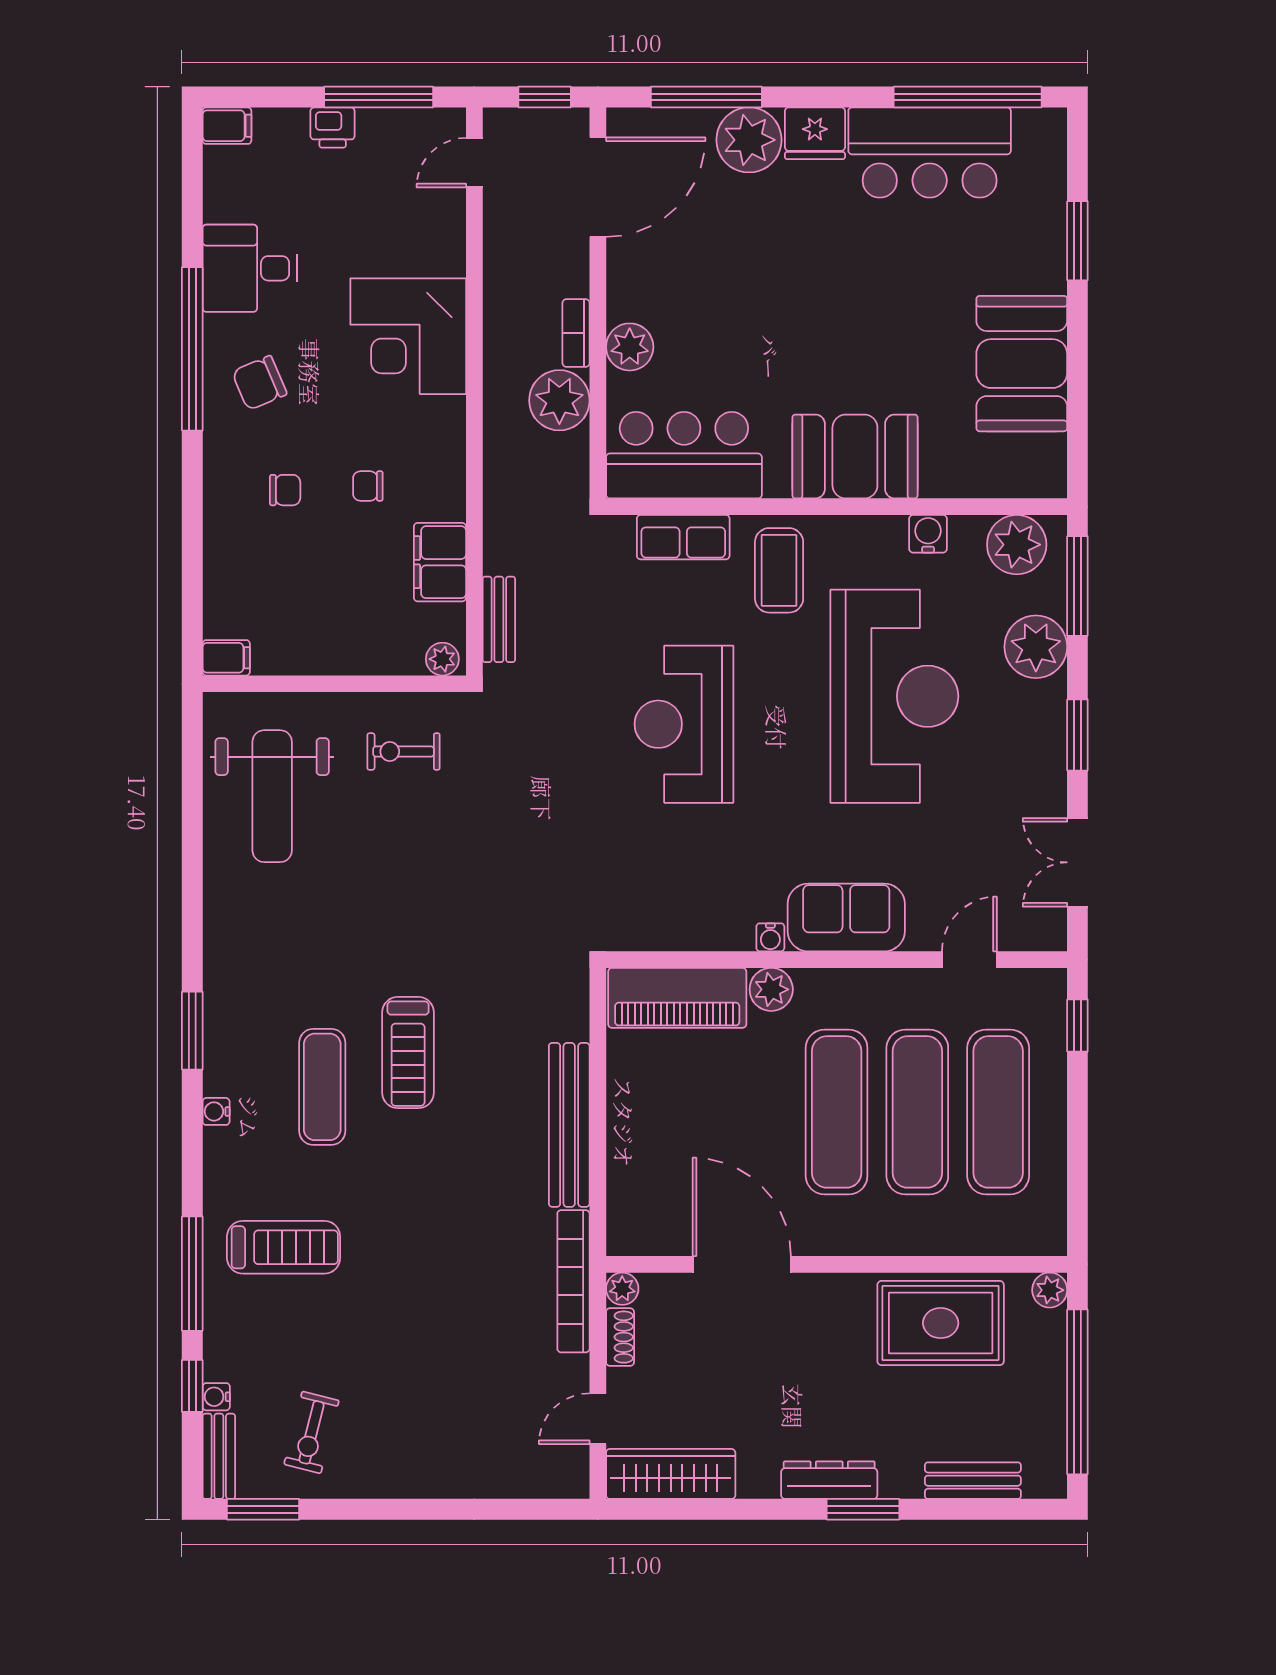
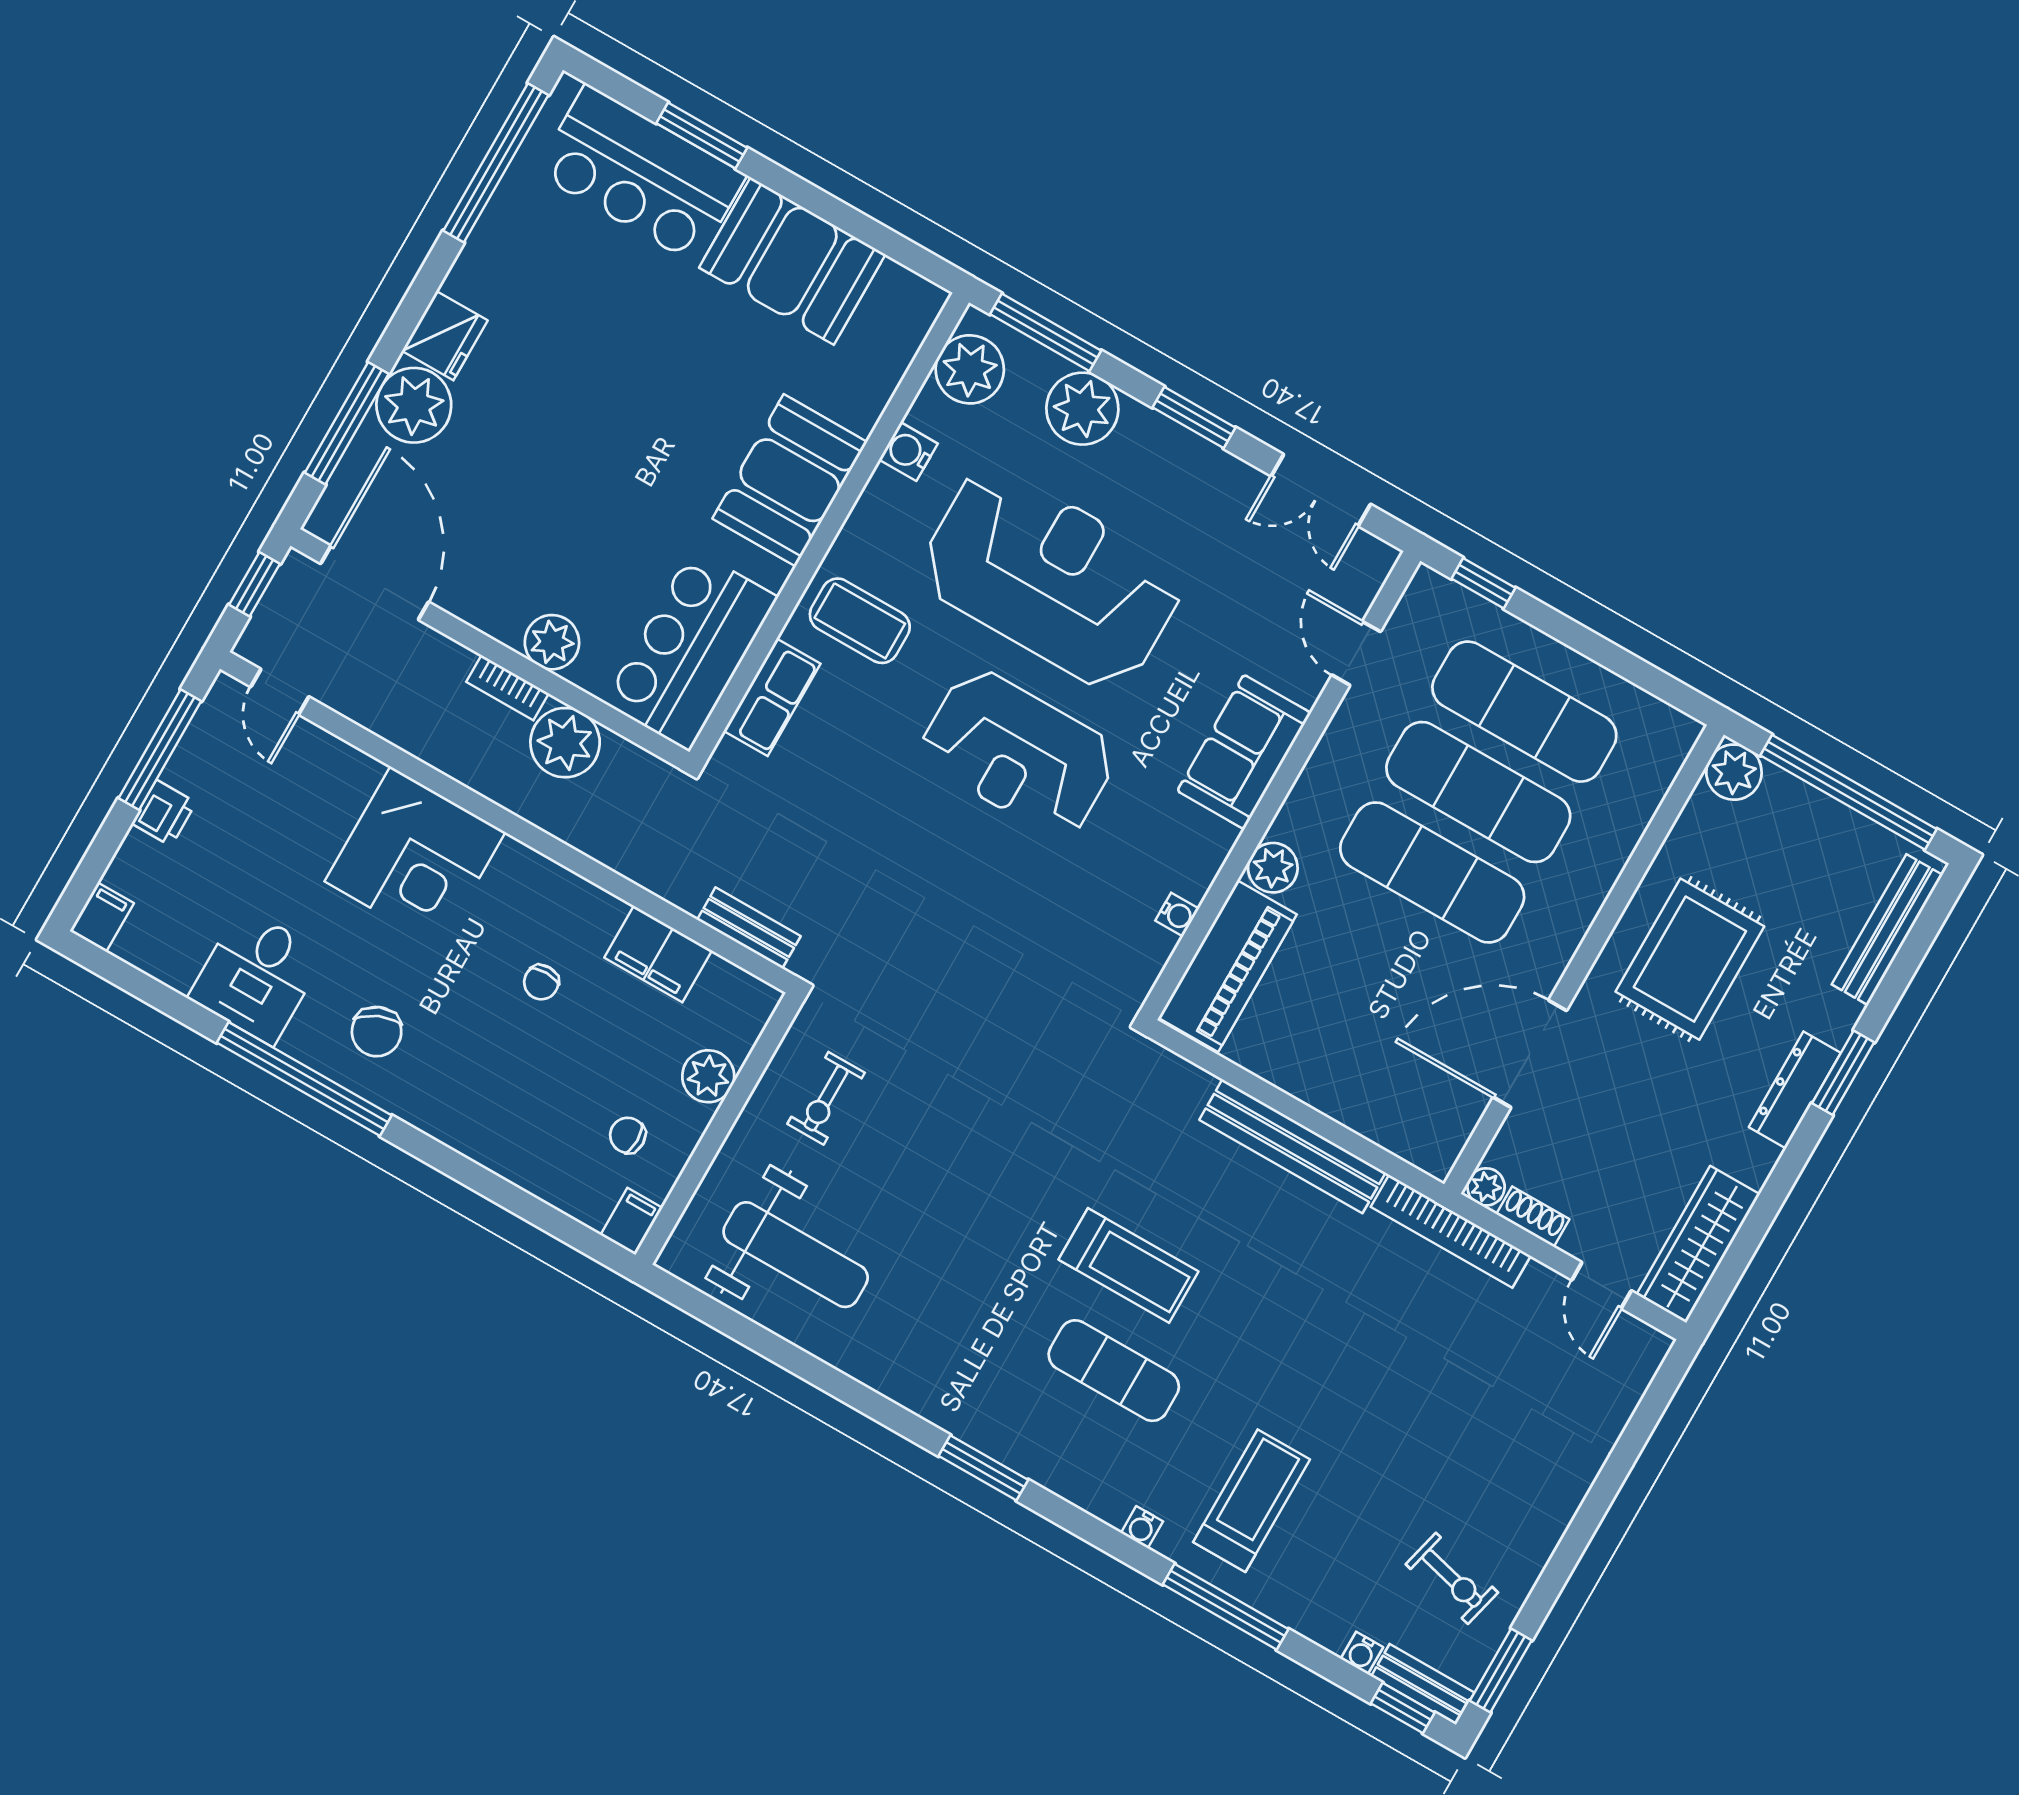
bar counter: (930, 153) -> (641, 174), moved, turned 90
chair: (285, 490) -> (628, 1135), moved, turned -90
plant: (442, 659) -> (708, 1076), moved, width x1.38, depth x1.38
reception desk: (684, 724) -> (1018, 753), moved
water cooler: (770, 937) -> (1177, 915), moved
water cooler: (216, 1111) -> (1142, 1527), moved
plant: (1050, 1290) -> (1734, 772), width x1.38, depth x1.38
rug: (941, 1323) -> (1690, 959), moved
window: (192, 1386) -> (1403, 1708), moved
bench: (973, 1481) -> (1887, 930), width x1.36

